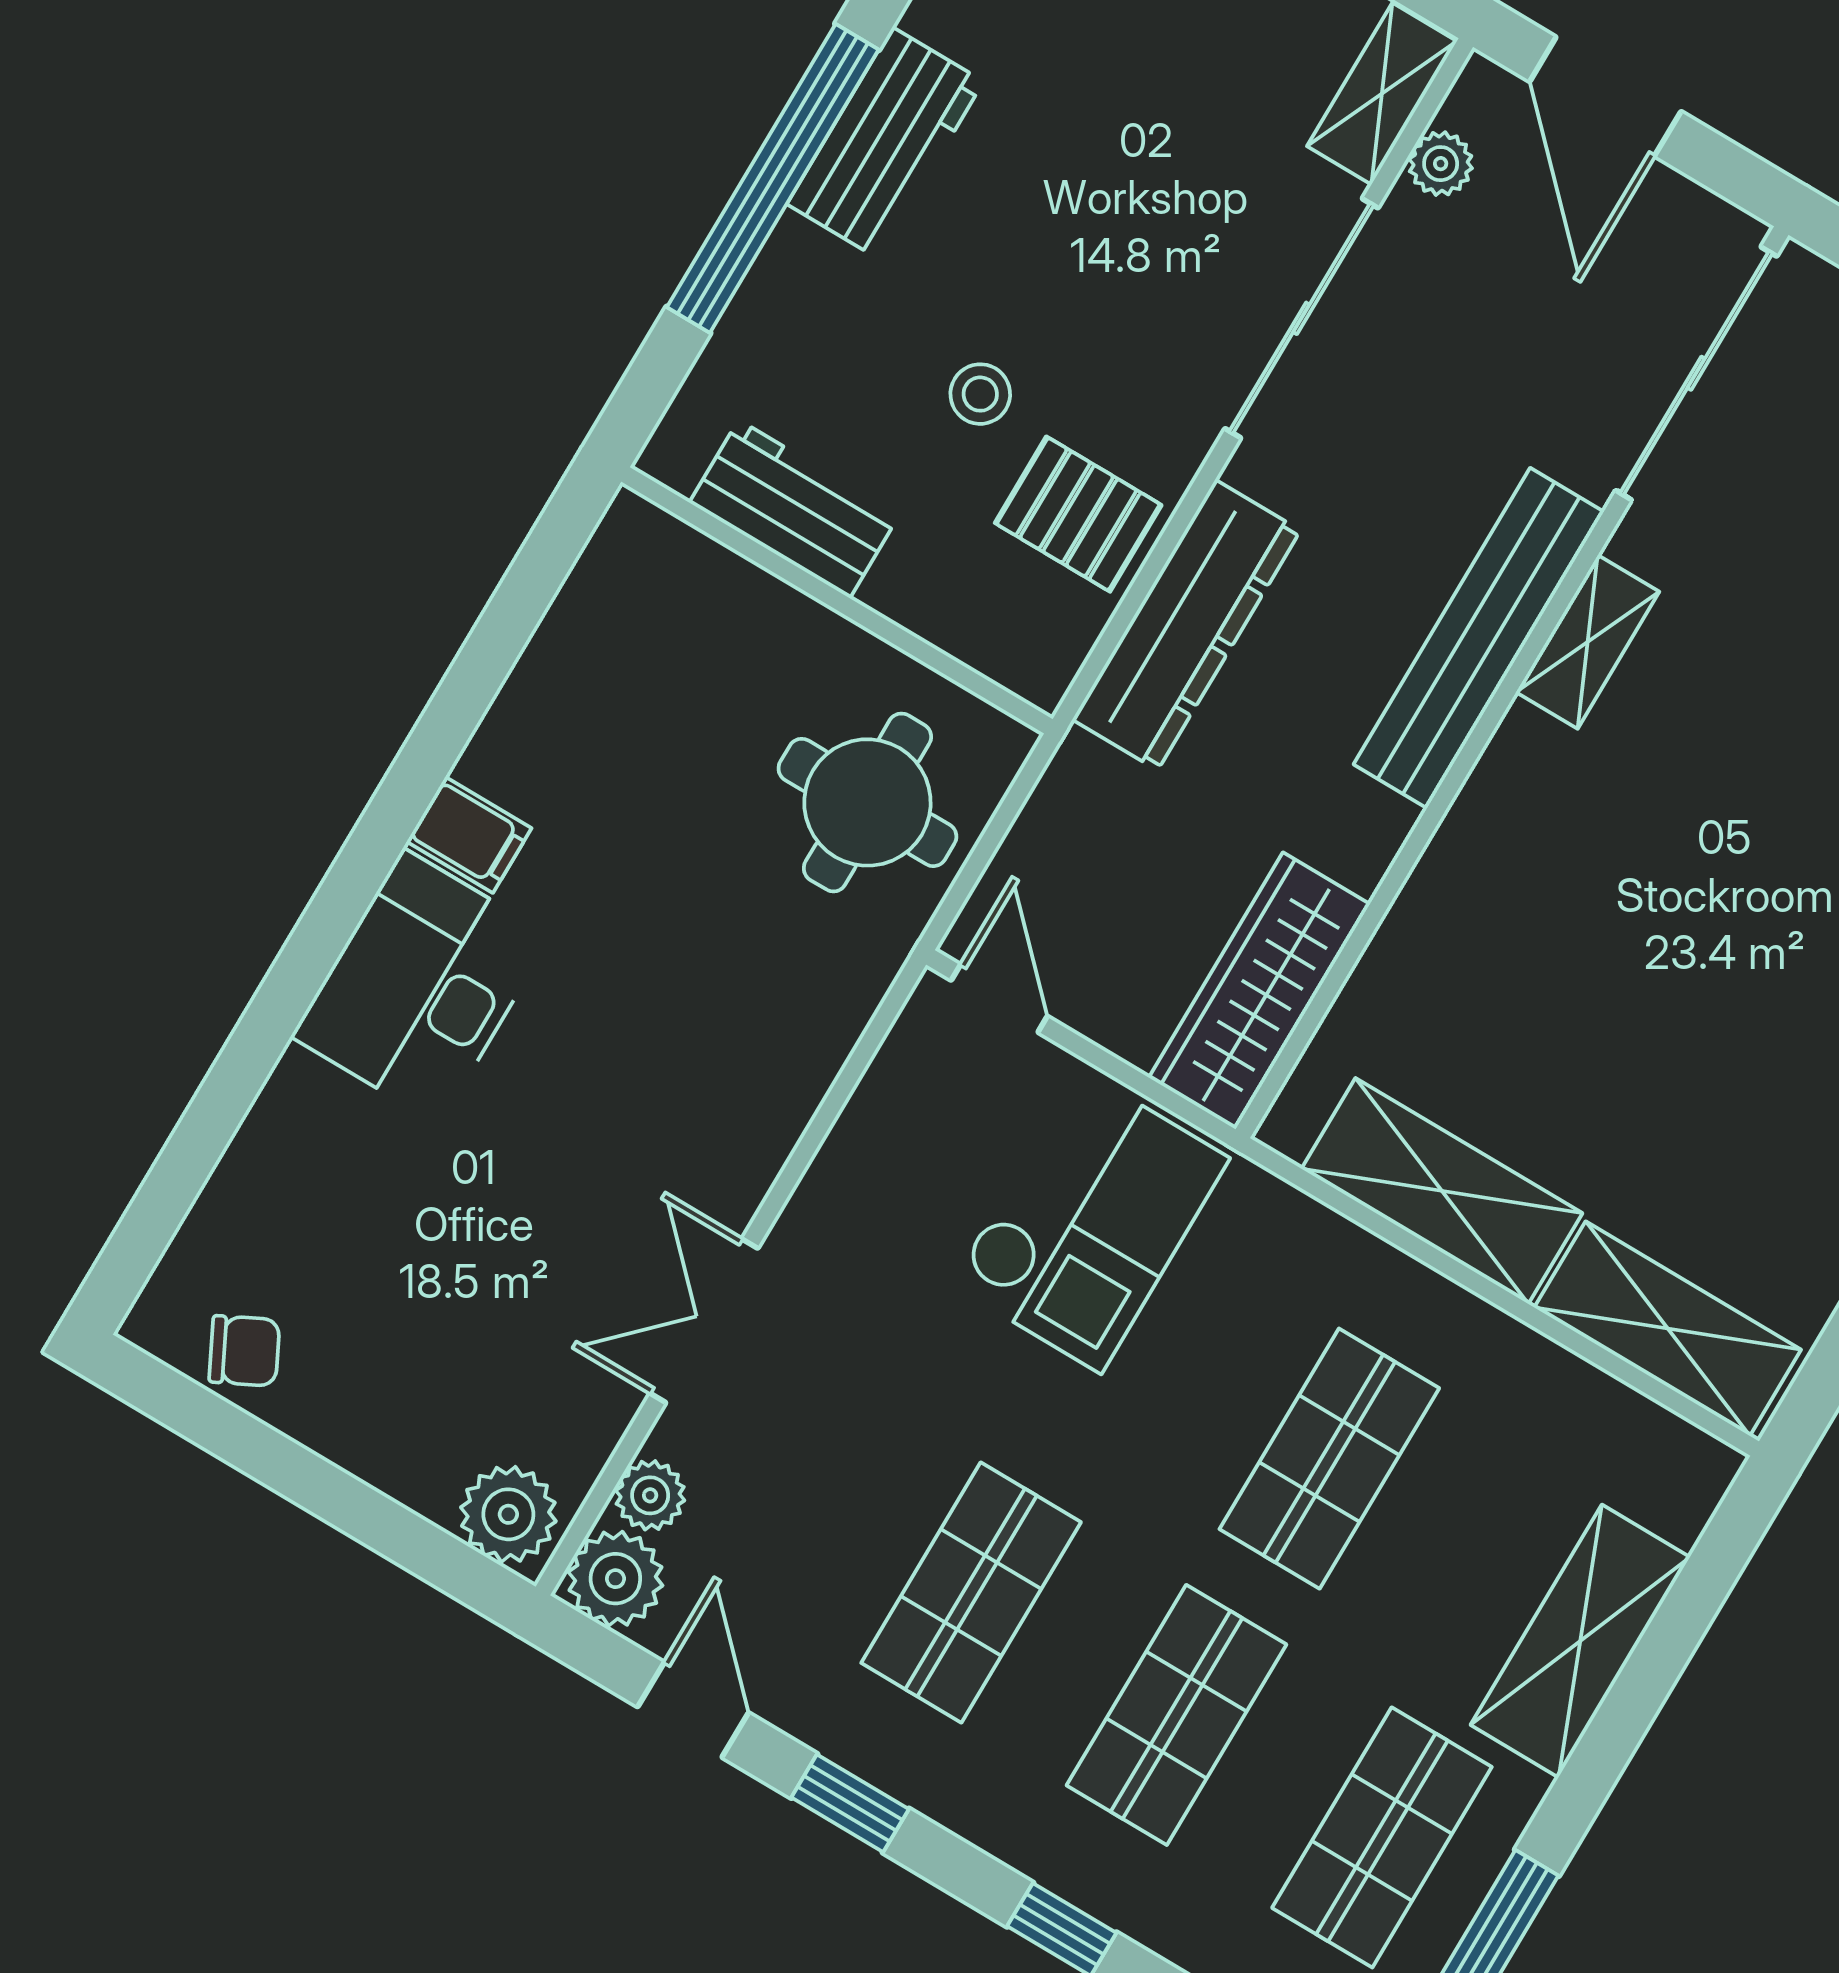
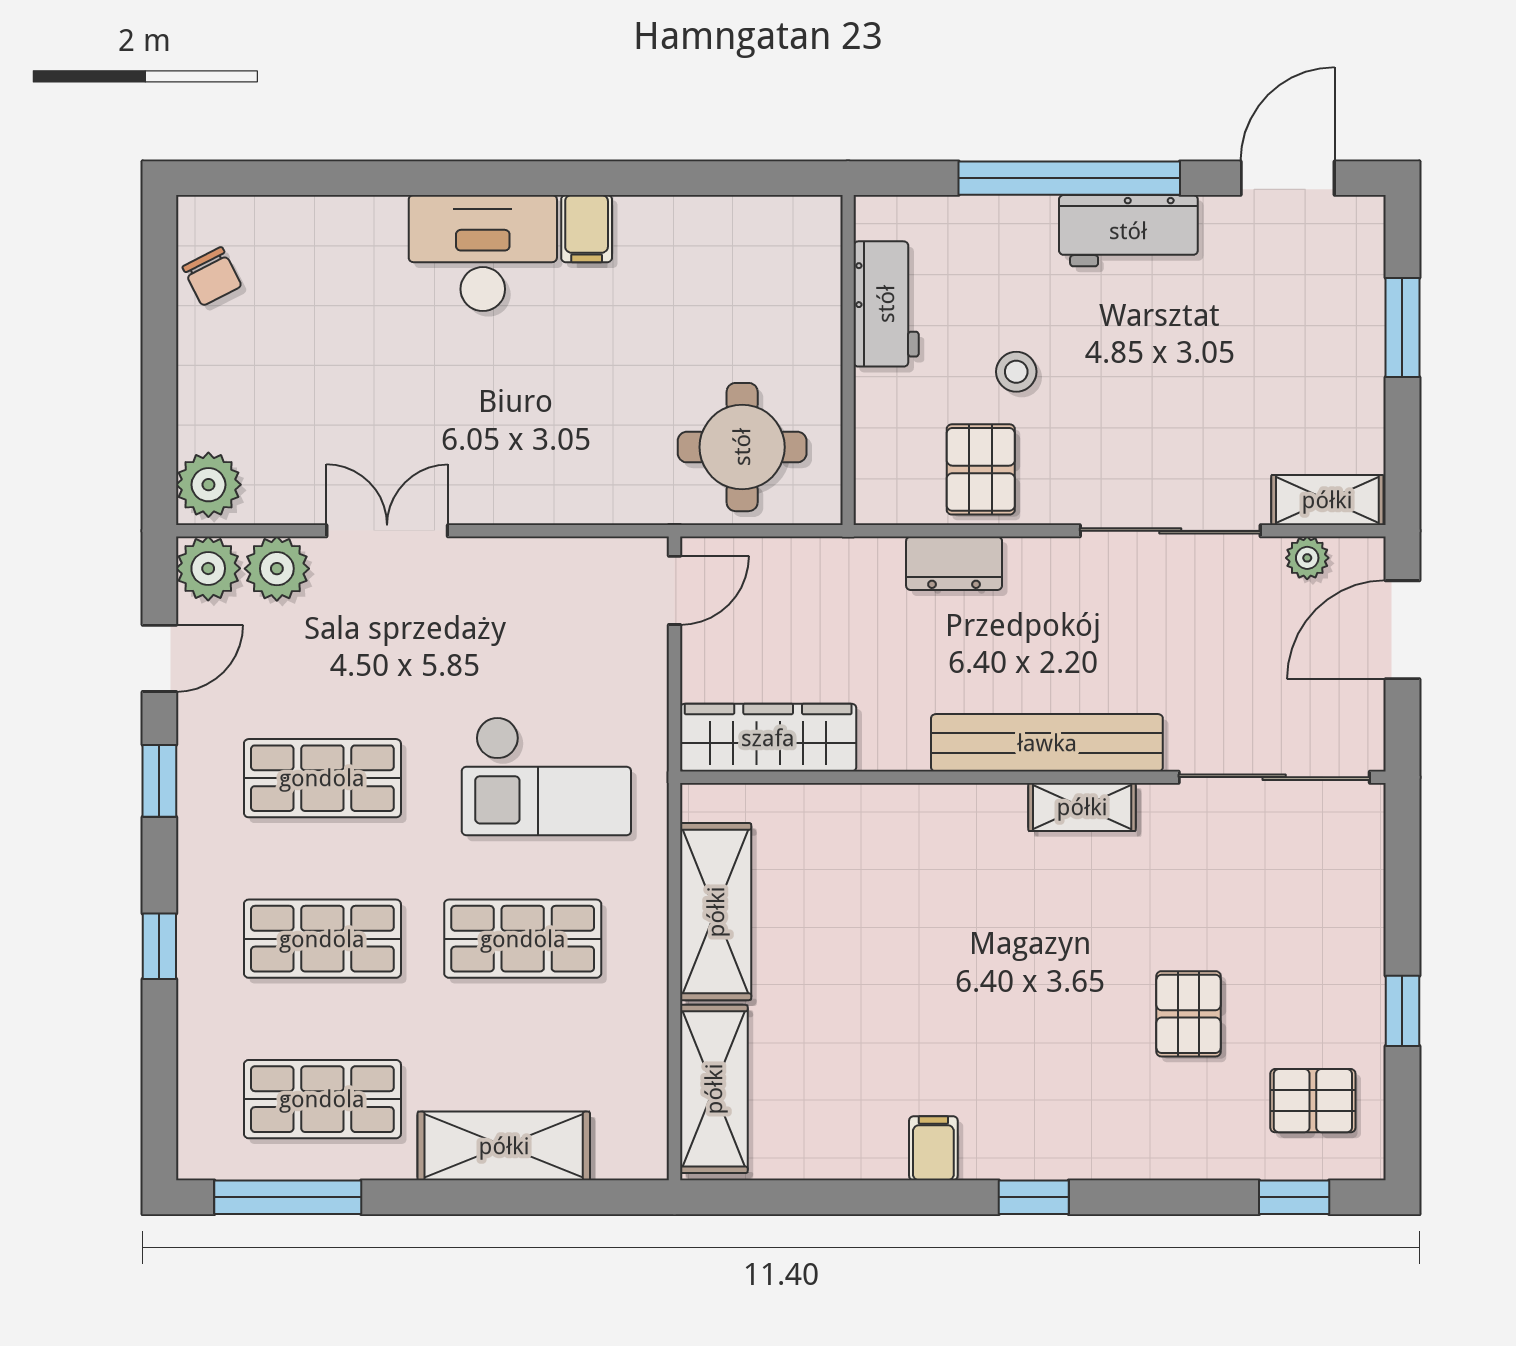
dresser: (1186, 625) -> (954, 563), width x0.51, depth x0.80
checkout: (1090, 1221) -> (546, 776), moved
plant: (650, 1495) -> (277, 569), width x1.38, depth x1.38

